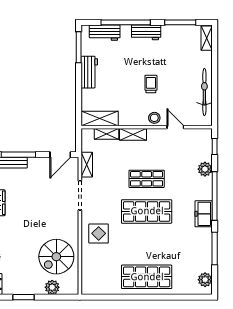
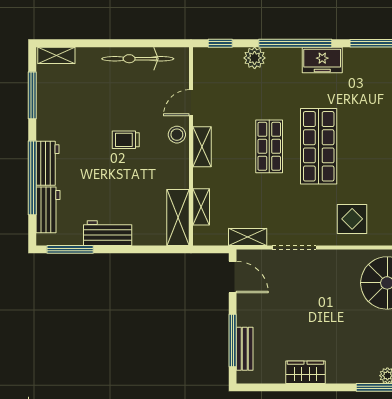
workbench: (146, 32) -> (47, 163), moved
shelving: (133, 134) -> (202, 147), moved

